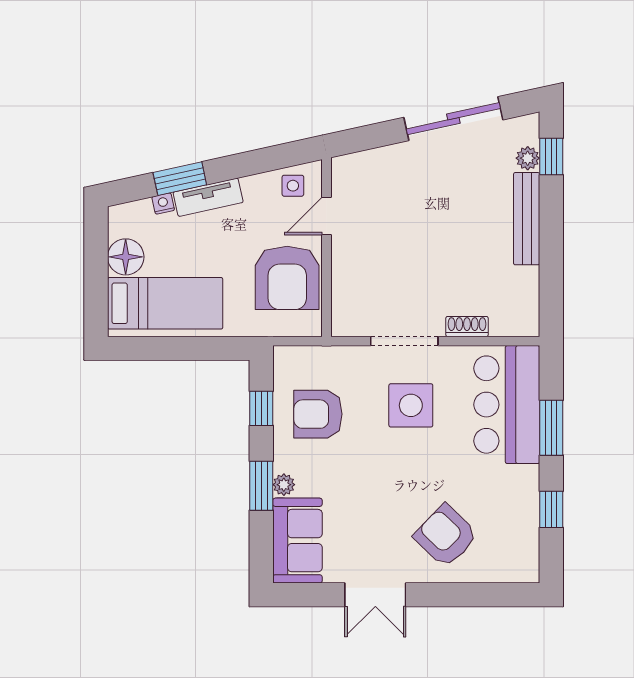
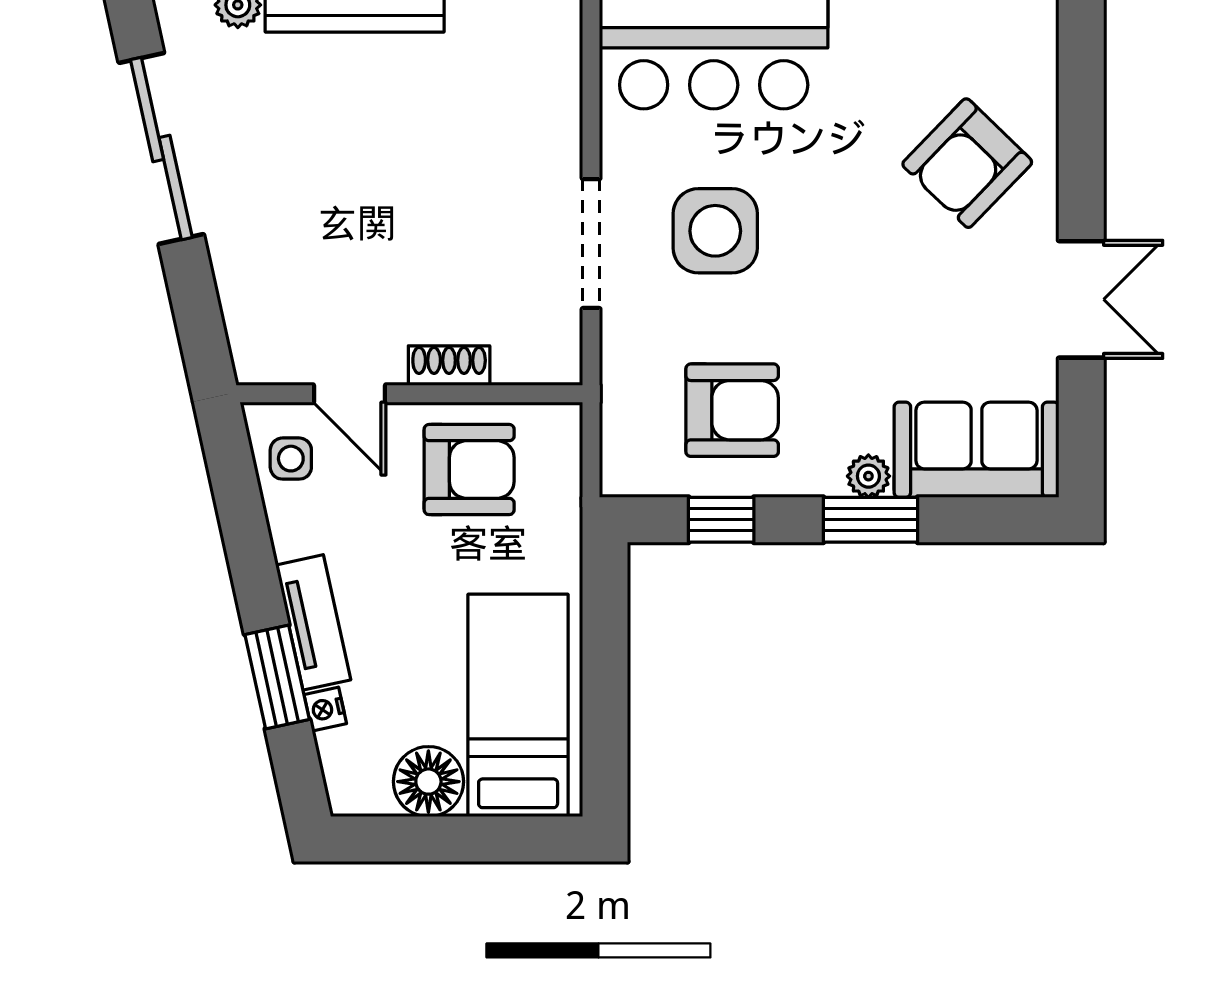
armchair: (287, 278) -> (469, 470), width x0.73, depth x0.73
shoe rack: (467, 327) -> (449, 366), moved, turned 90
armchair: (318, 414) -> (732, 410), turned -90

